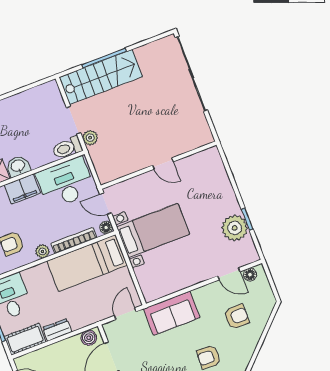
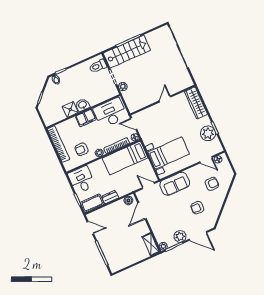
toilet: (67, 148) -> (98, 66), moved
door: (163, 164) -> (165, 99), swing flipped
wardrobe: (217, 174) -> (196, 103), added
bed with nightstands: (153, 230) -> (169, 153), moved
door: (125, 314) -> (148, 186), hinge flipped

